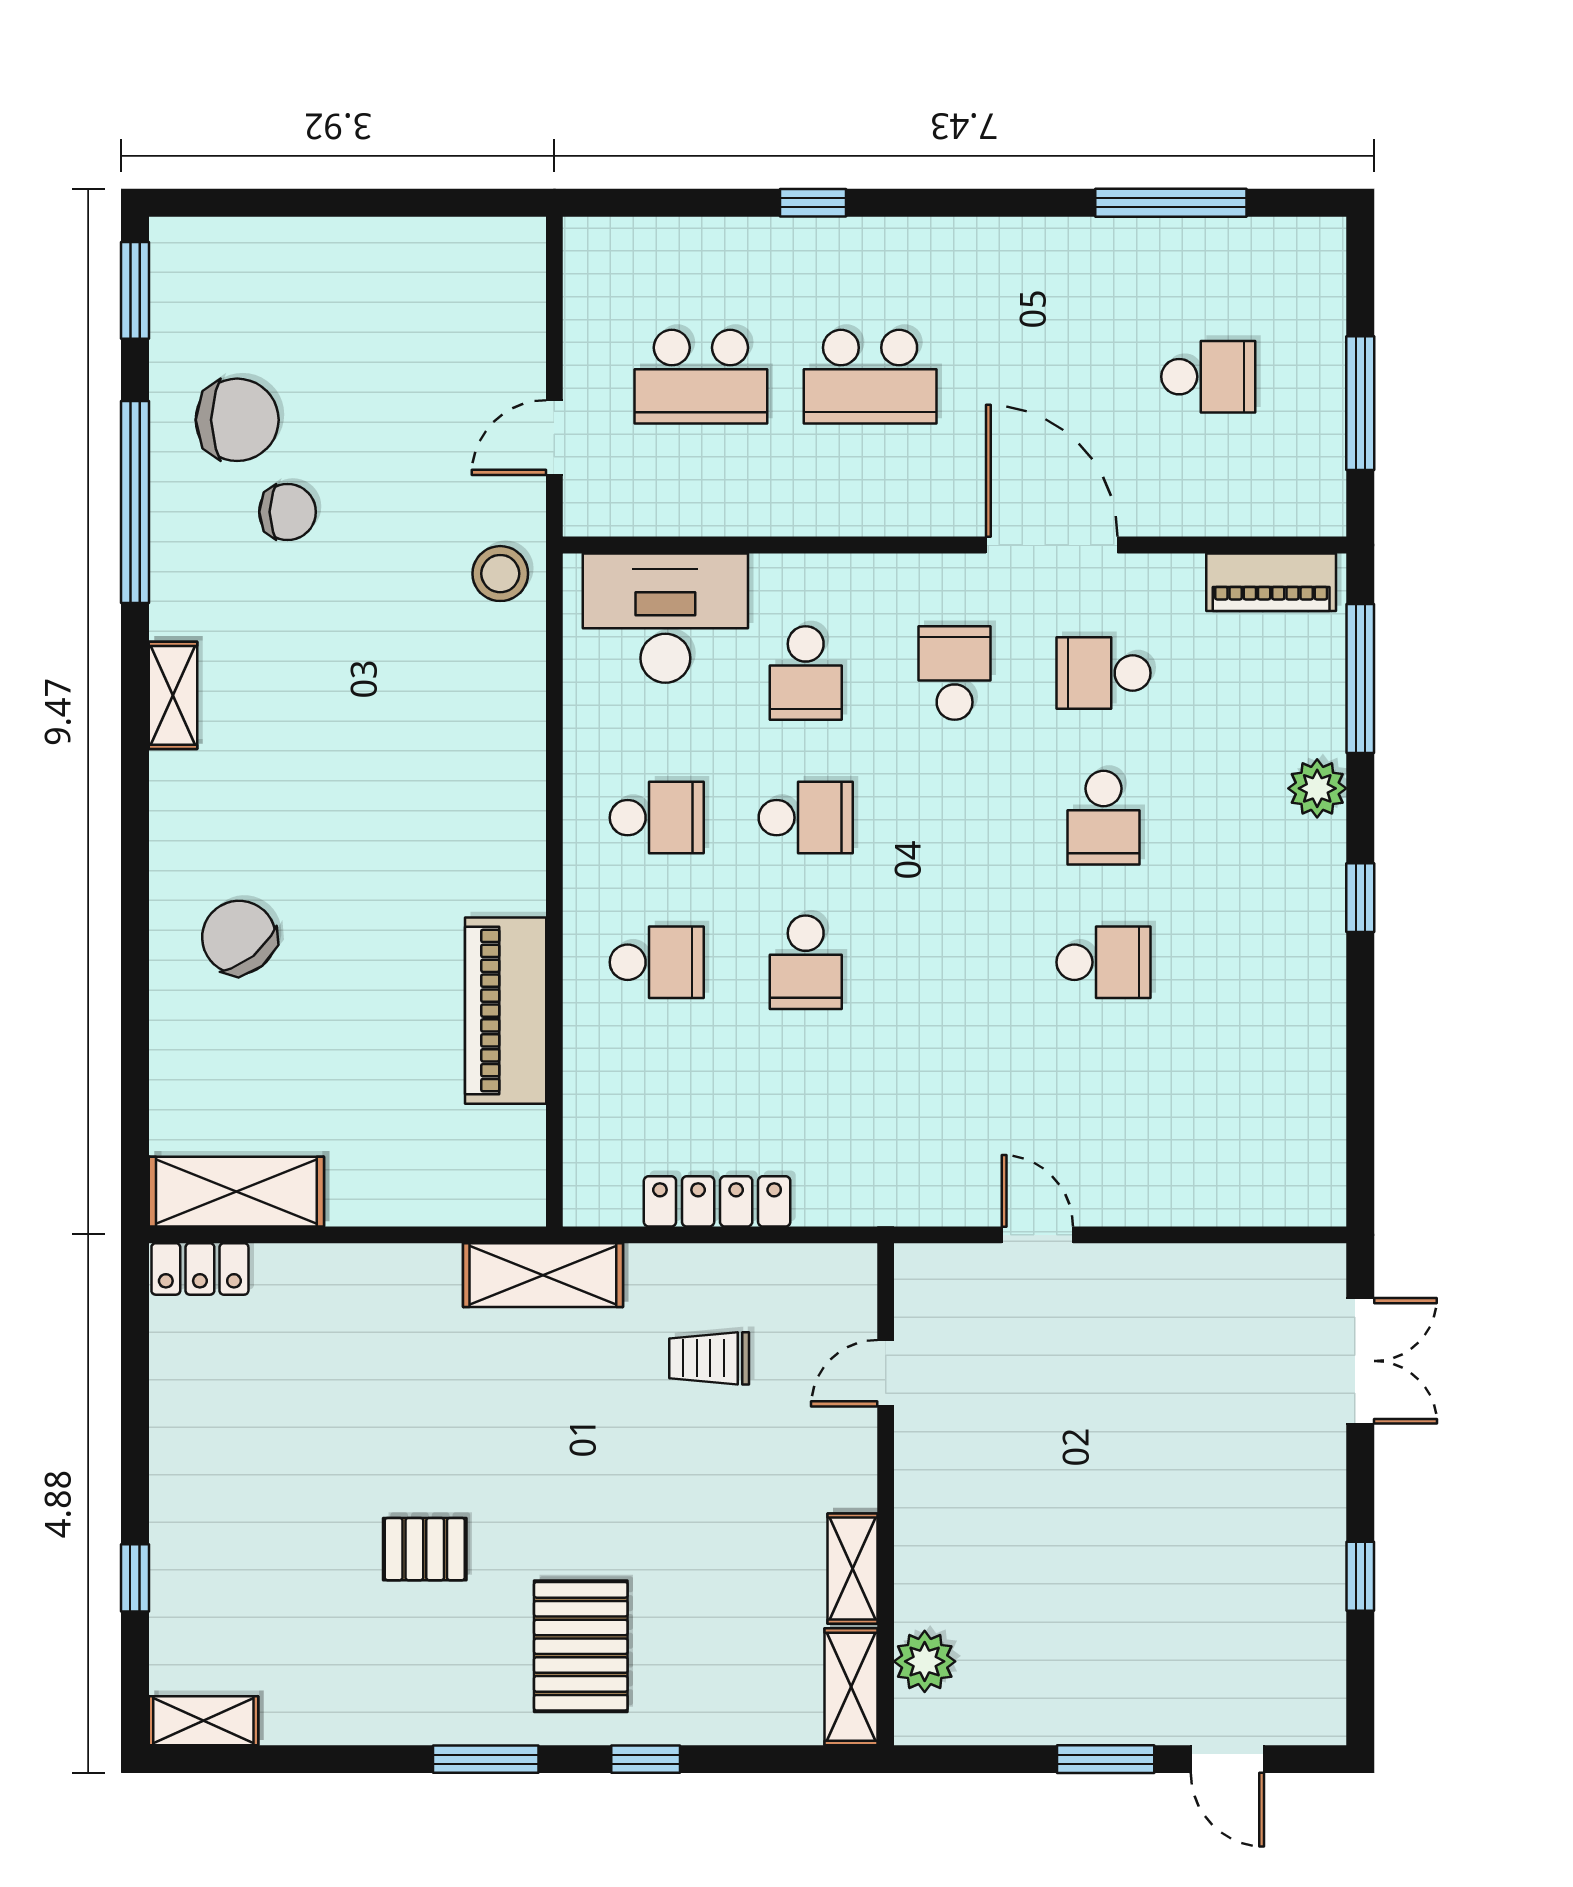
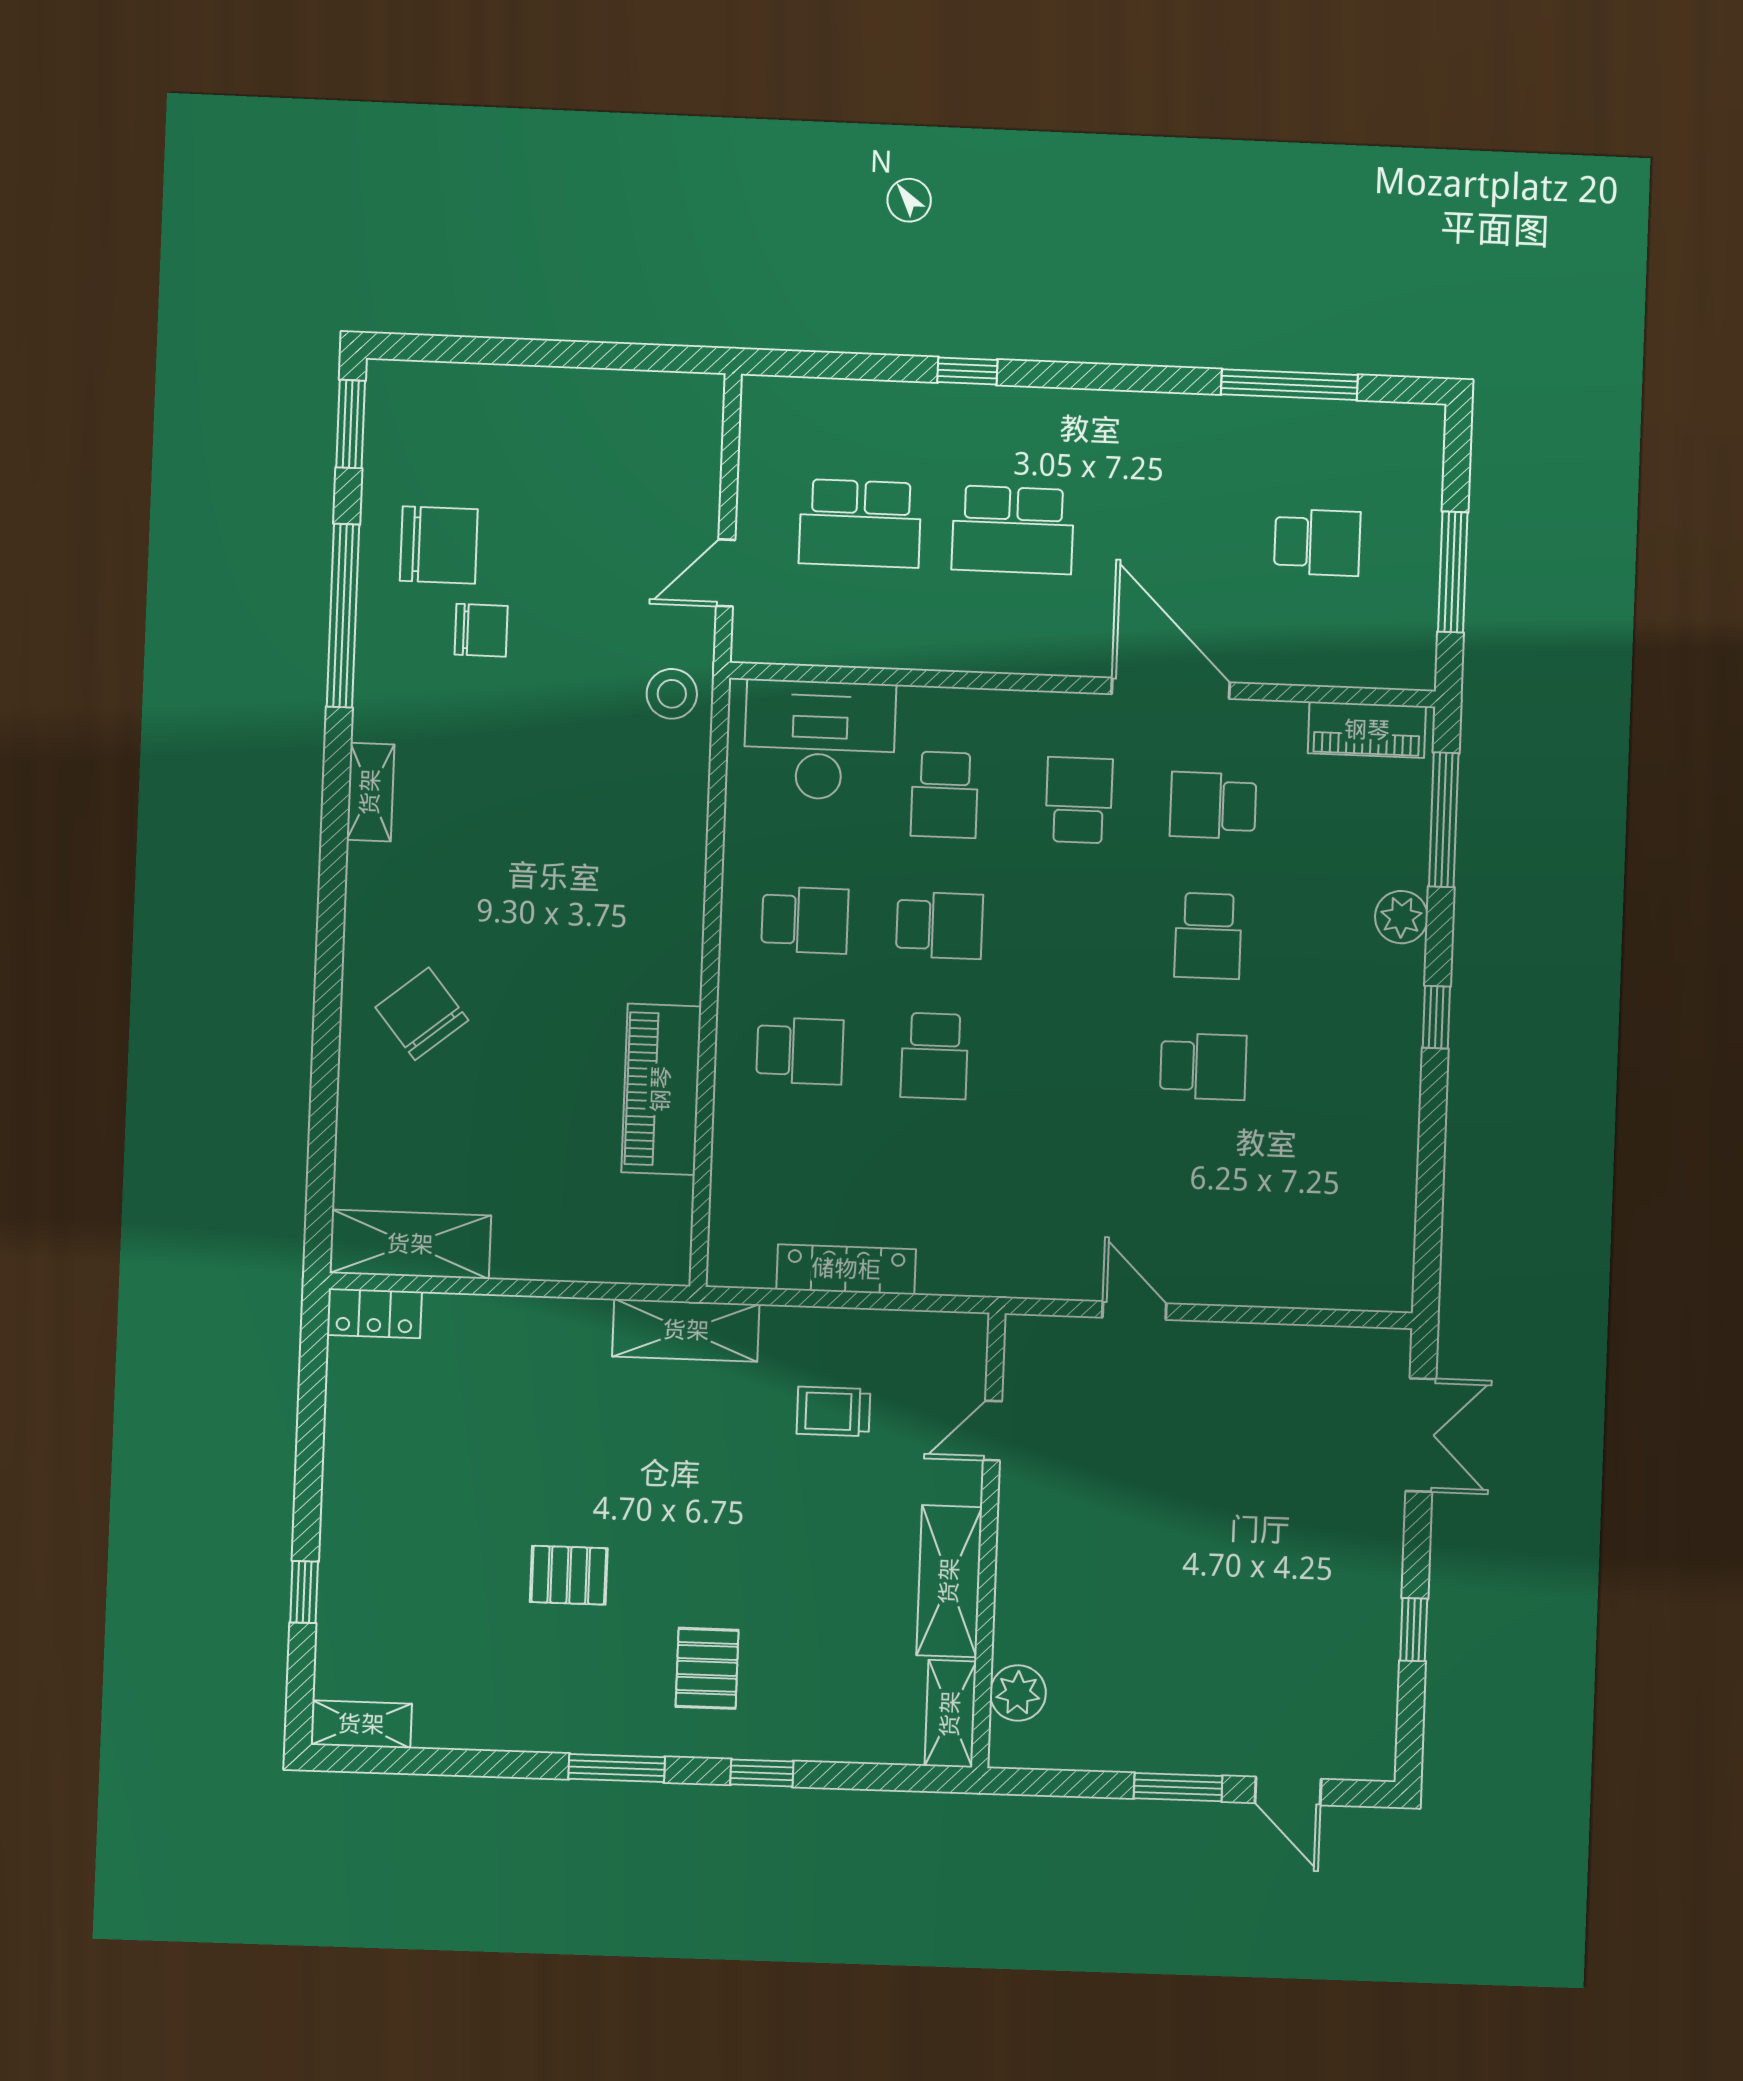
shelving: (852, 1569) -> (949, 1581), width x1.50, depth x1.33
pallet: (581, 1646) -> (707, 1668), width x0.67, depth x0.71

